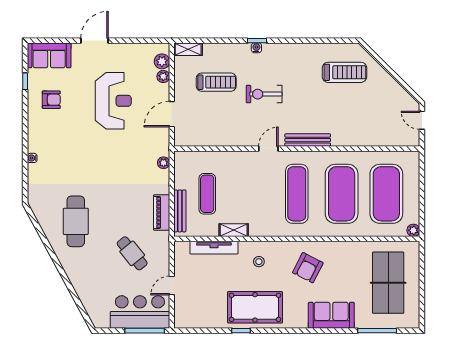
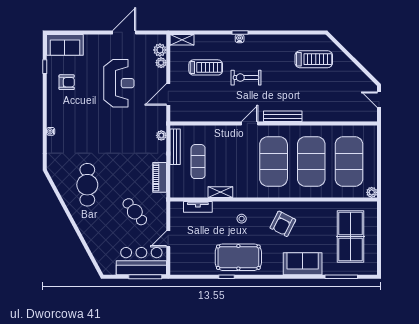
door: (95, 41) -> (124, 32), moved
exercise mat: (297, 194) -> (274, 162), width x1.47
bench: (180, 211) -> (175, 147), moved
tv unit: (214, 248) -> (198, 207), width x0.71

